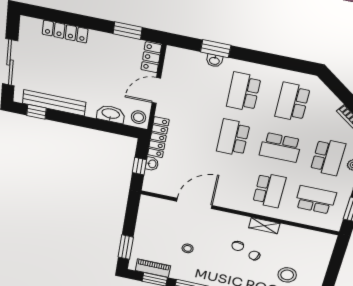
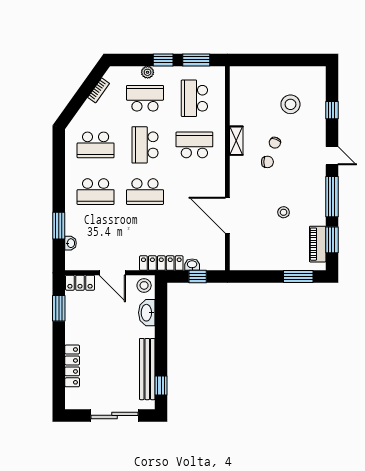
washbasin: (214, 61) -> (71, 243), moved
school desk: (281, 147) -> (145, 145), turned 180

